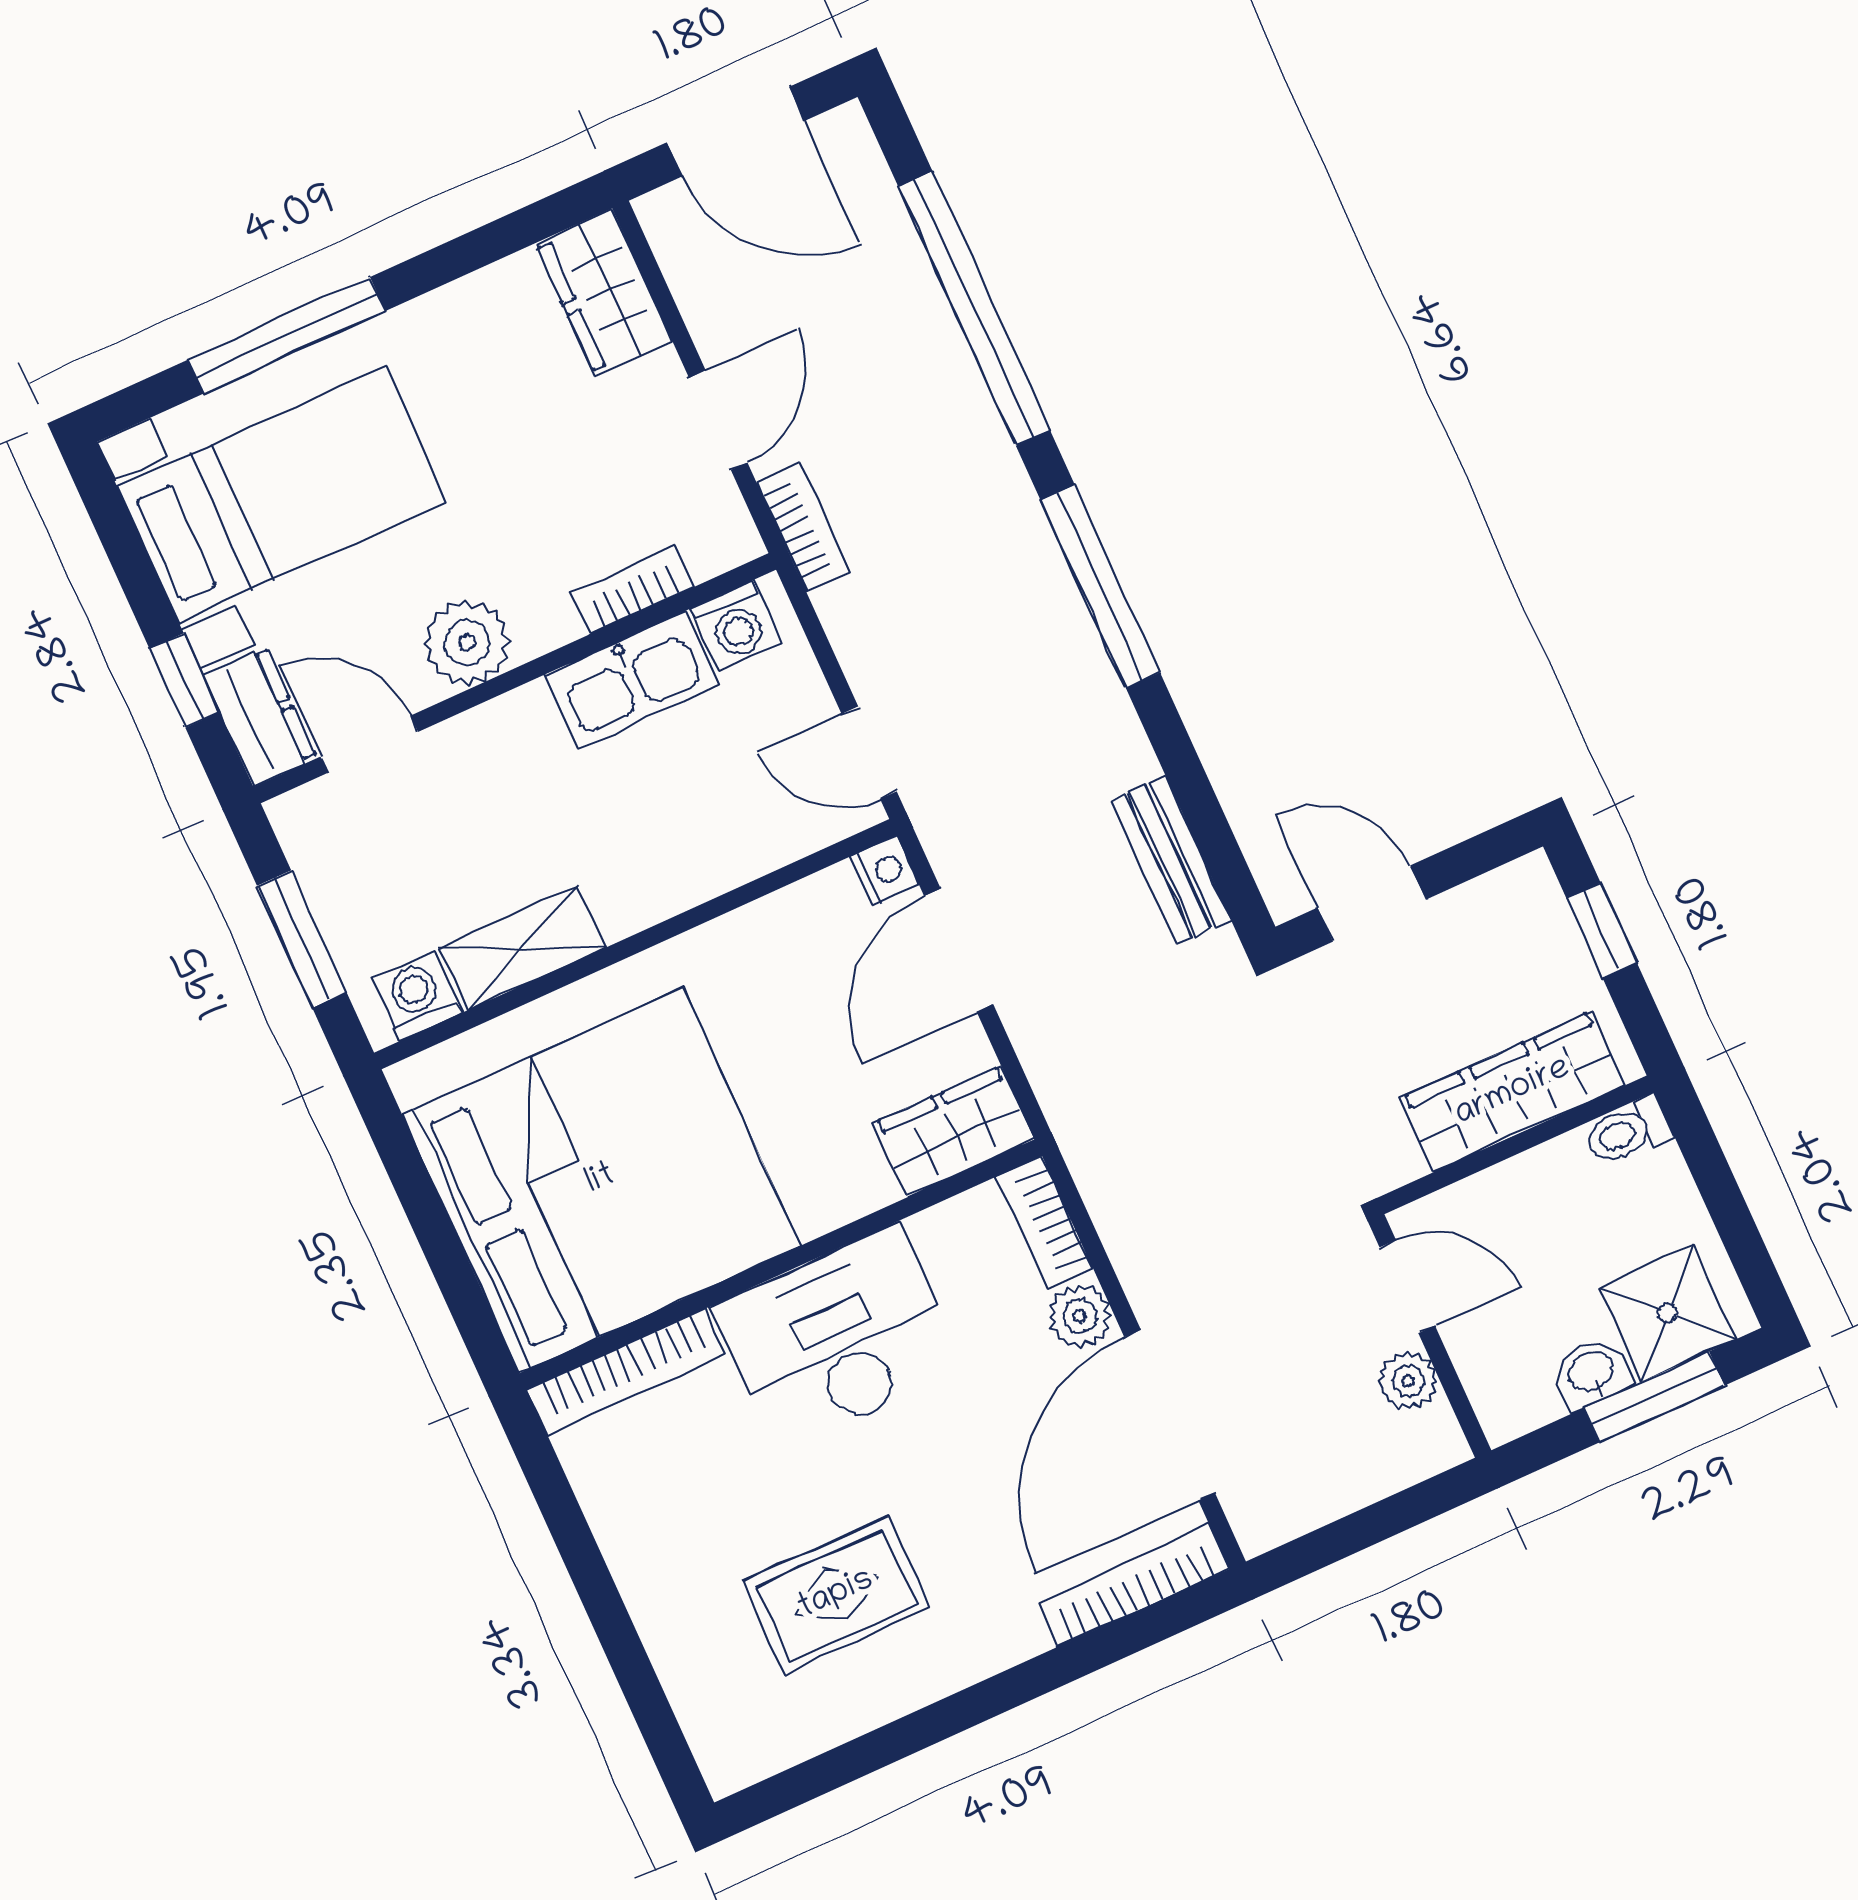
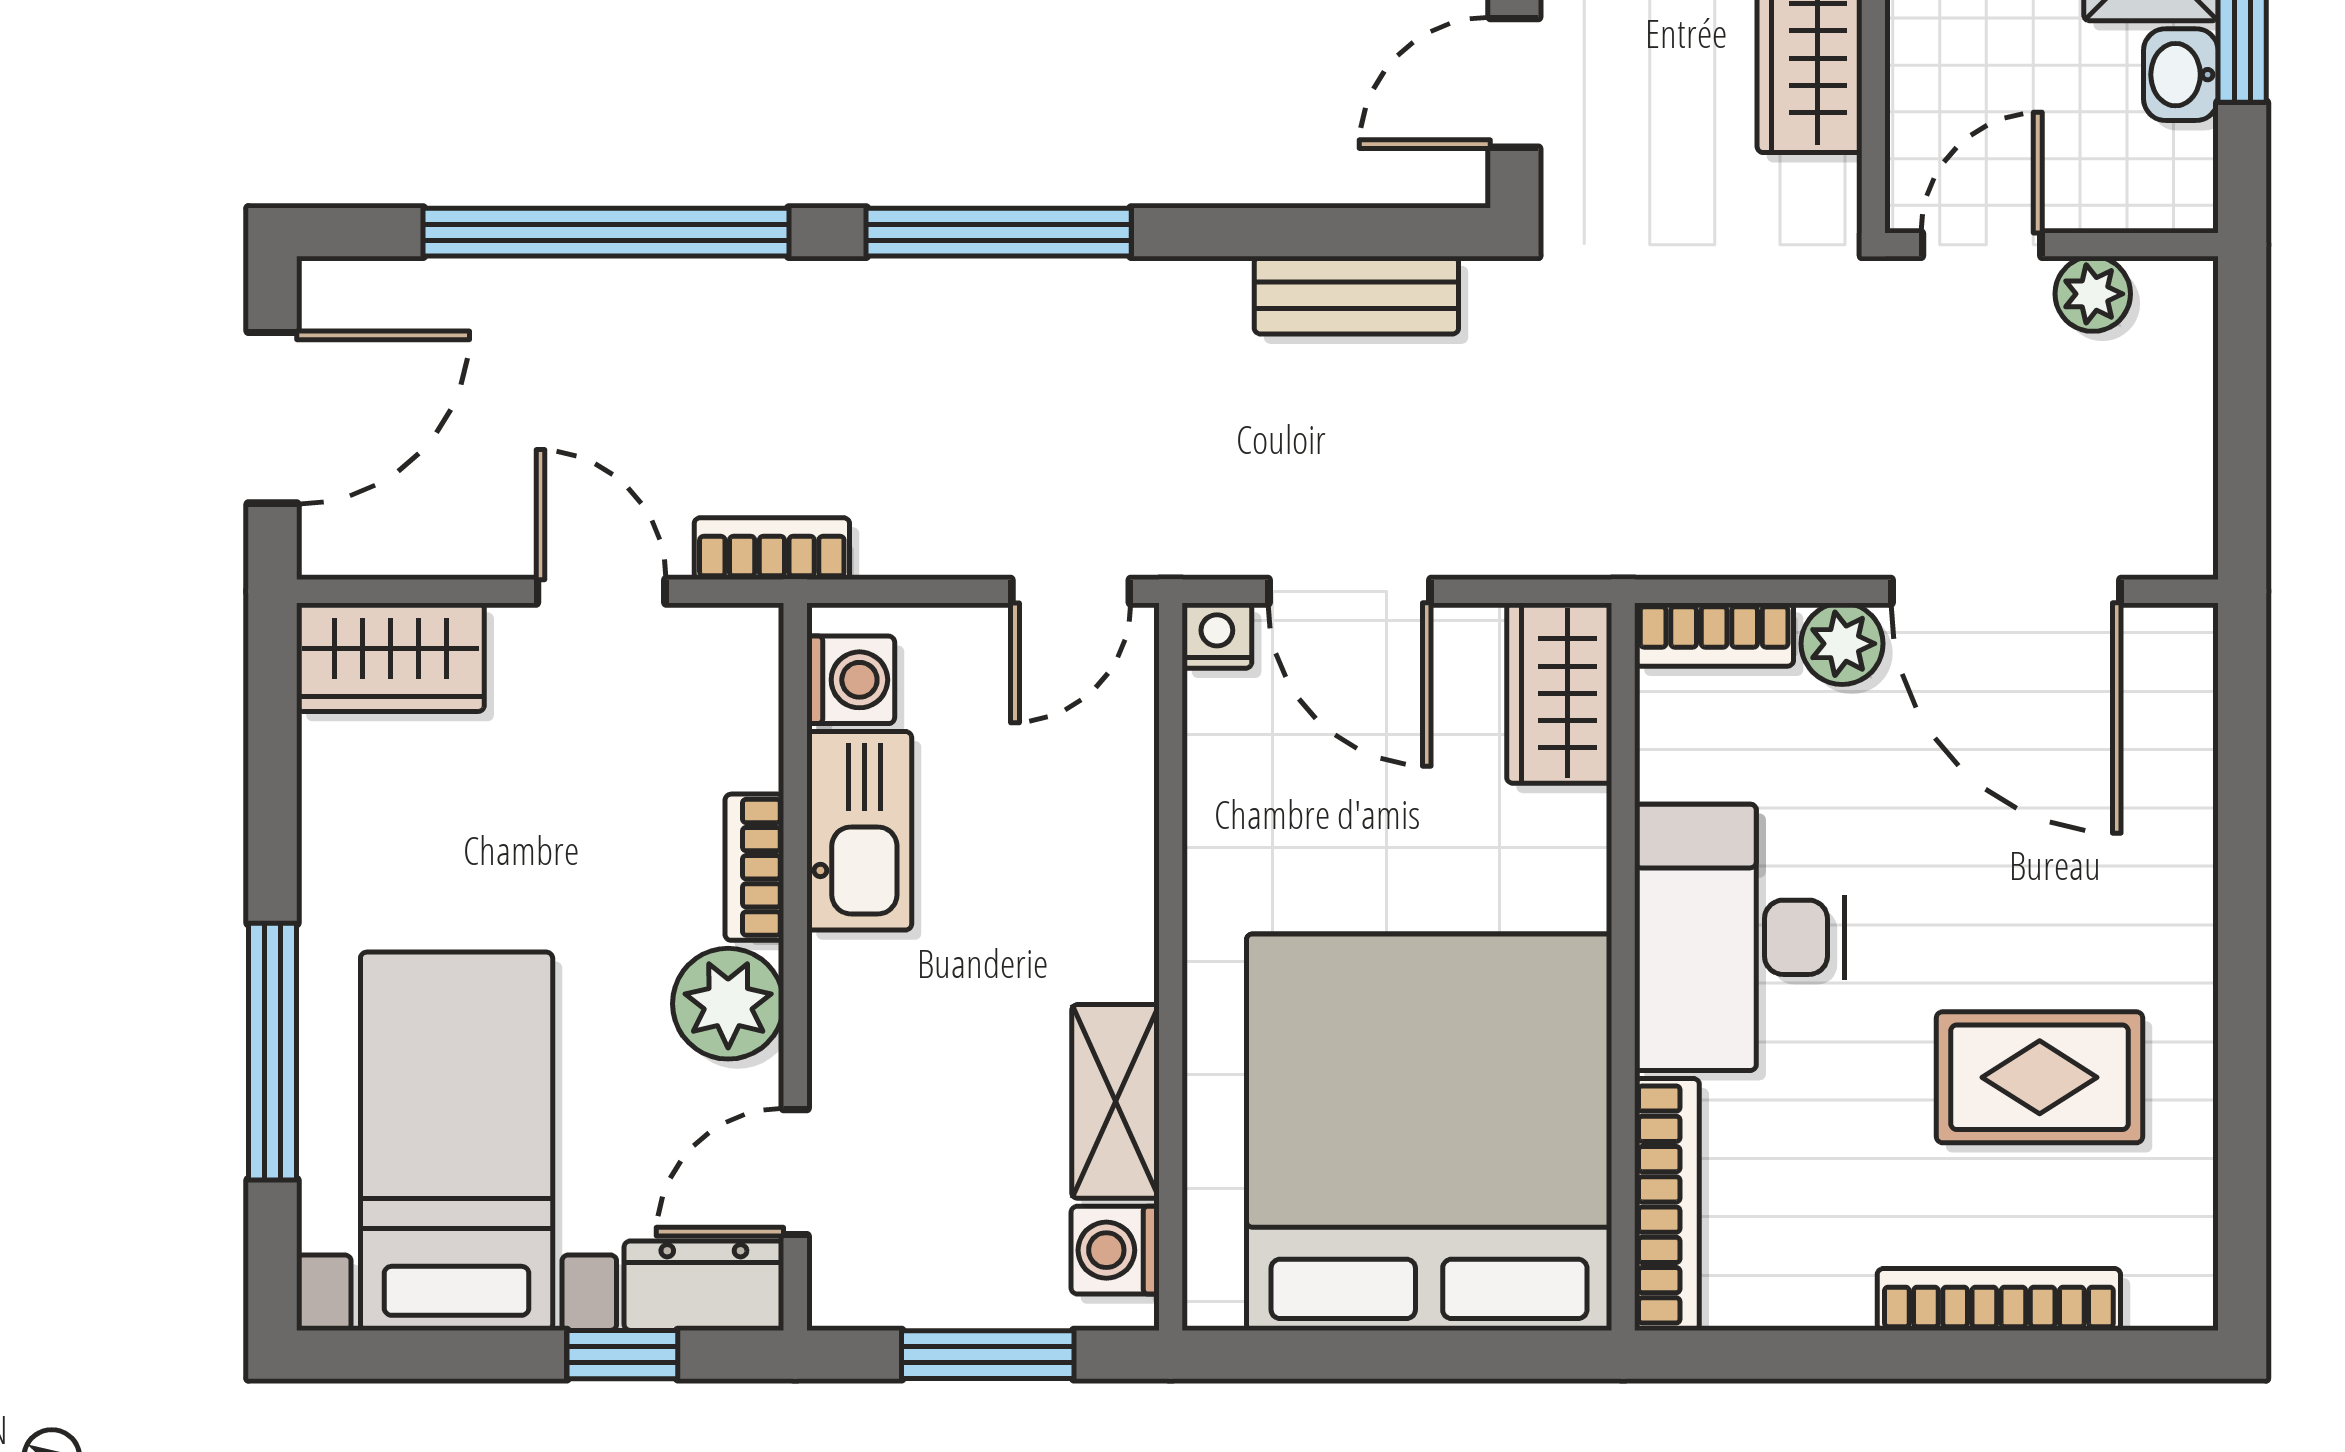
bookcase: (632, 590) -> (754, 867), moved
bookcase: (1133, 1586) -> (1999, 1299), moved, turned 90
rug: (836, 1595) -> (2040, 1077), turned 90

